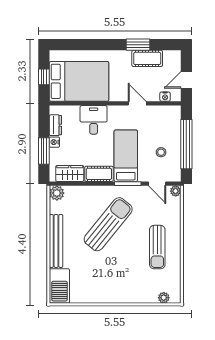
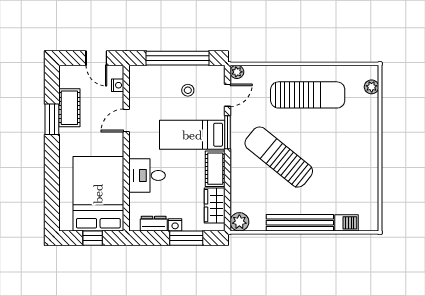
sun lounger: (157, 247) -> (308, 95), width x1.36, depth x1.34
barbecue: (59, 286) -> (346, 223), width x0.53, depth x0.65

